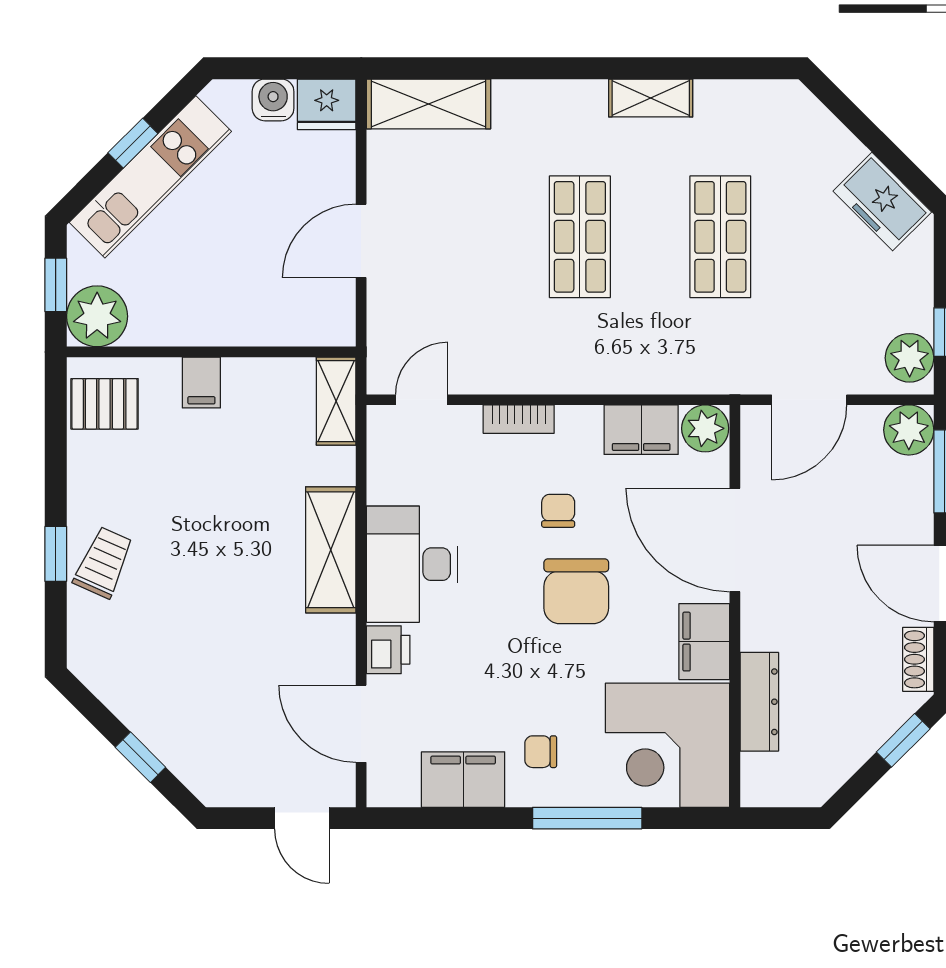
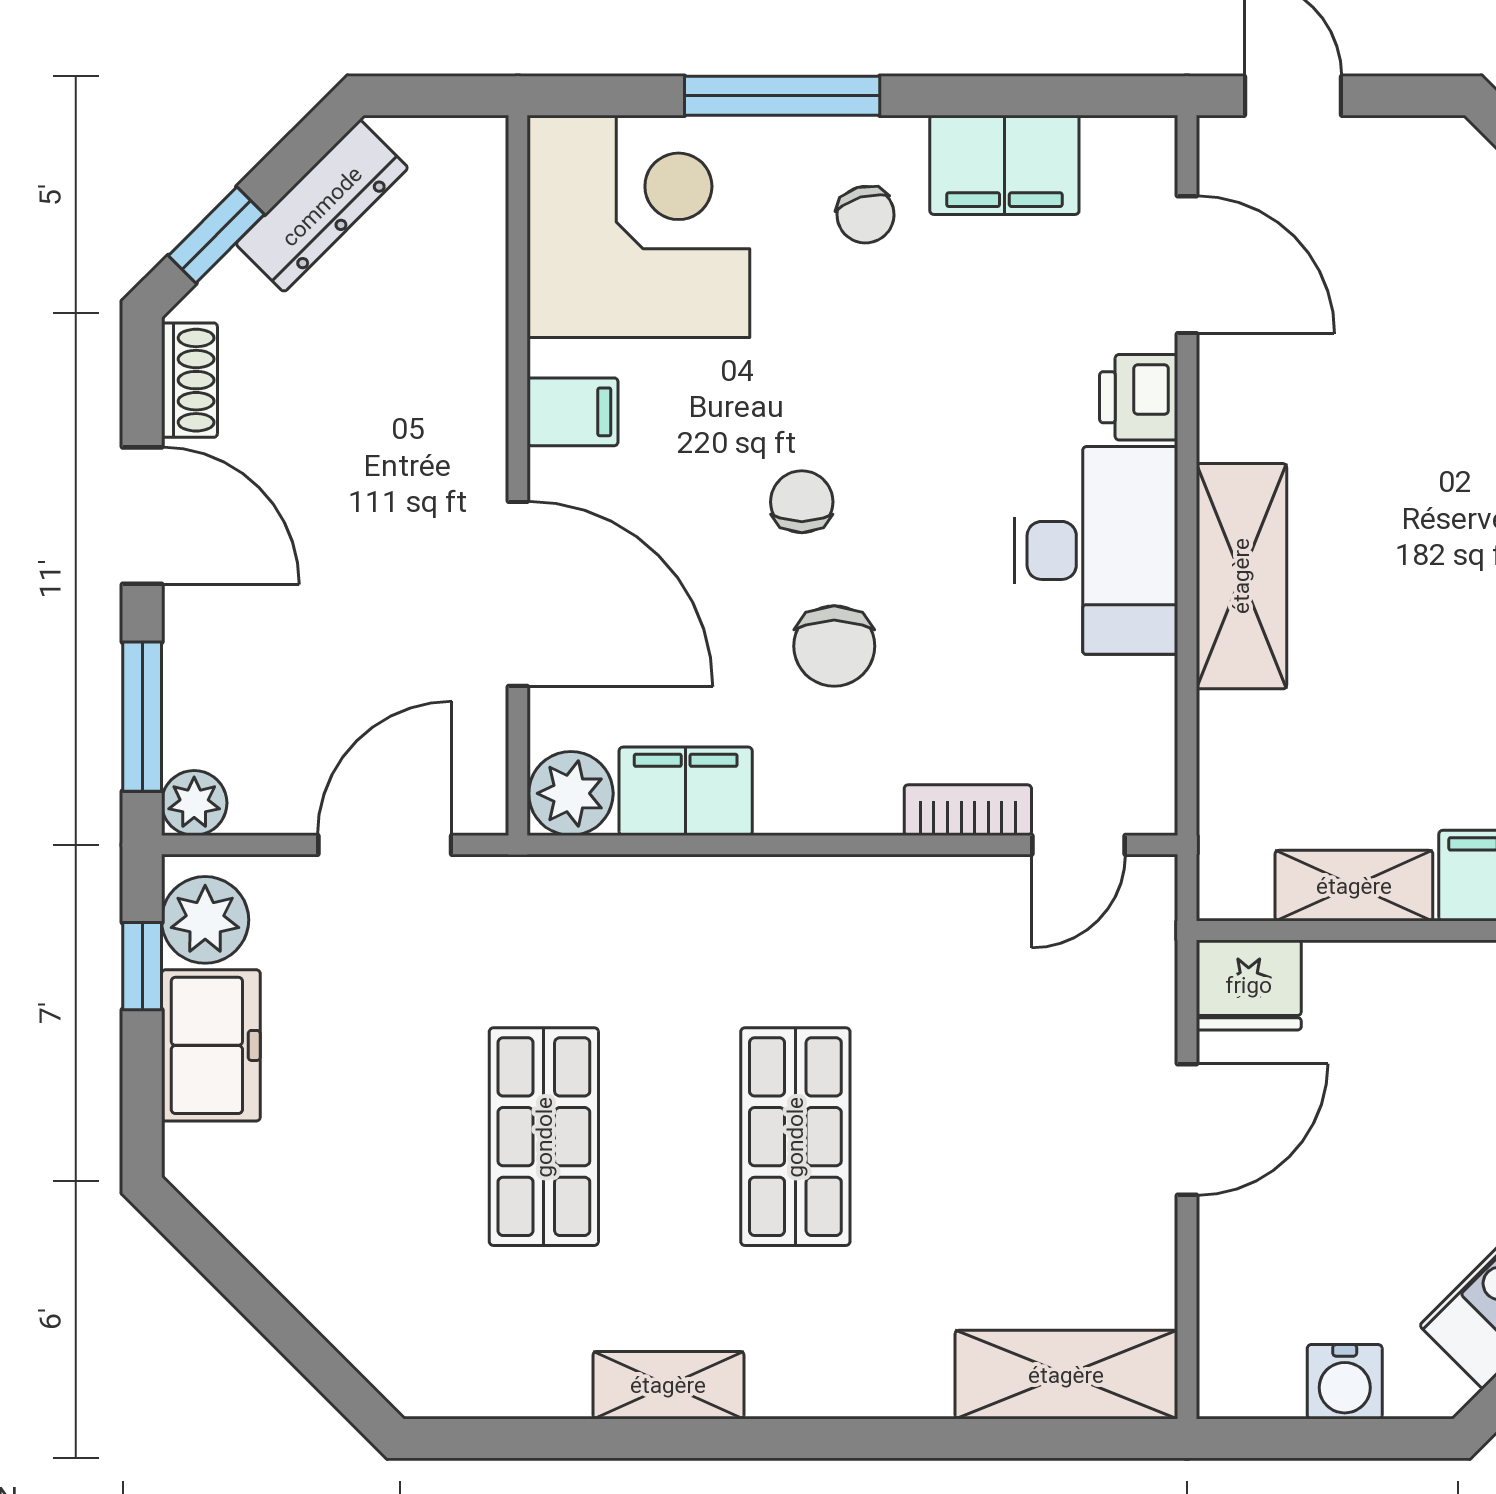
fridge: (327, 104) -> (1249, 985), moved, turned 180
freezer: (882, 202) -> (211, 1045), moved, turned 45
shelving: (336, 401) -> (1354, 886), moved, turned 90
bookcase: (519, 419) -> (968, 810), moved
plant: (909, 430) -> (194, 803), width x0.73, depth x0.73
chair: (558, 511) -> (834, 646), width x1.37, depth x1.37
chair: (576, 591) -> (802, 502), width x0.54, depth x0.54
filing cabinet: (704, 642) -> (573, 412), width x0.50
dresser: (759, 702) -> (322, 206), moved, turned -135
chair: (541, 752) -> (865, 215), turned 74

